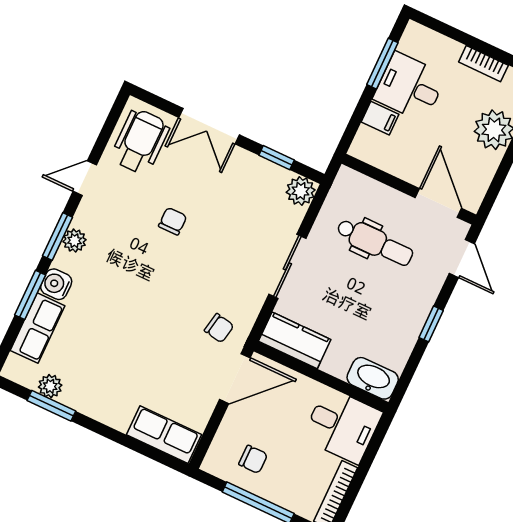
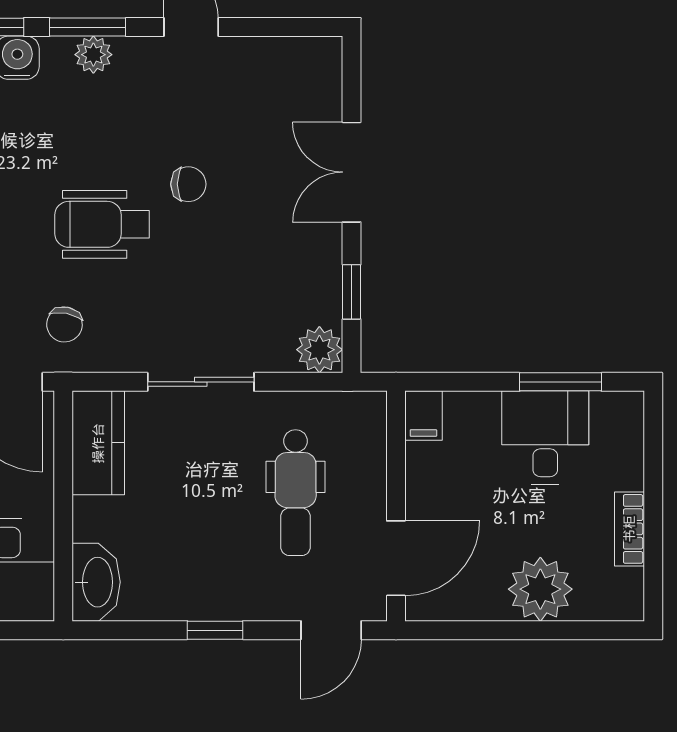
filing cabinet: (380, 118) -> (423, 416), moved
wheelchair: (140, 141) -> (102, 224), moved, turned 180

